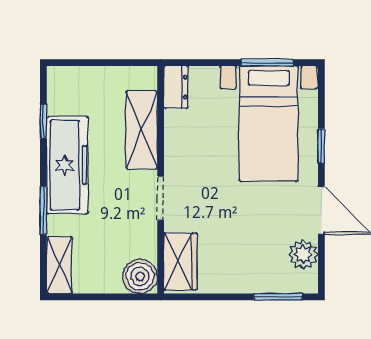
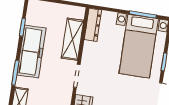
dresser: (176, 87) -> (93, 25), width x1.44

